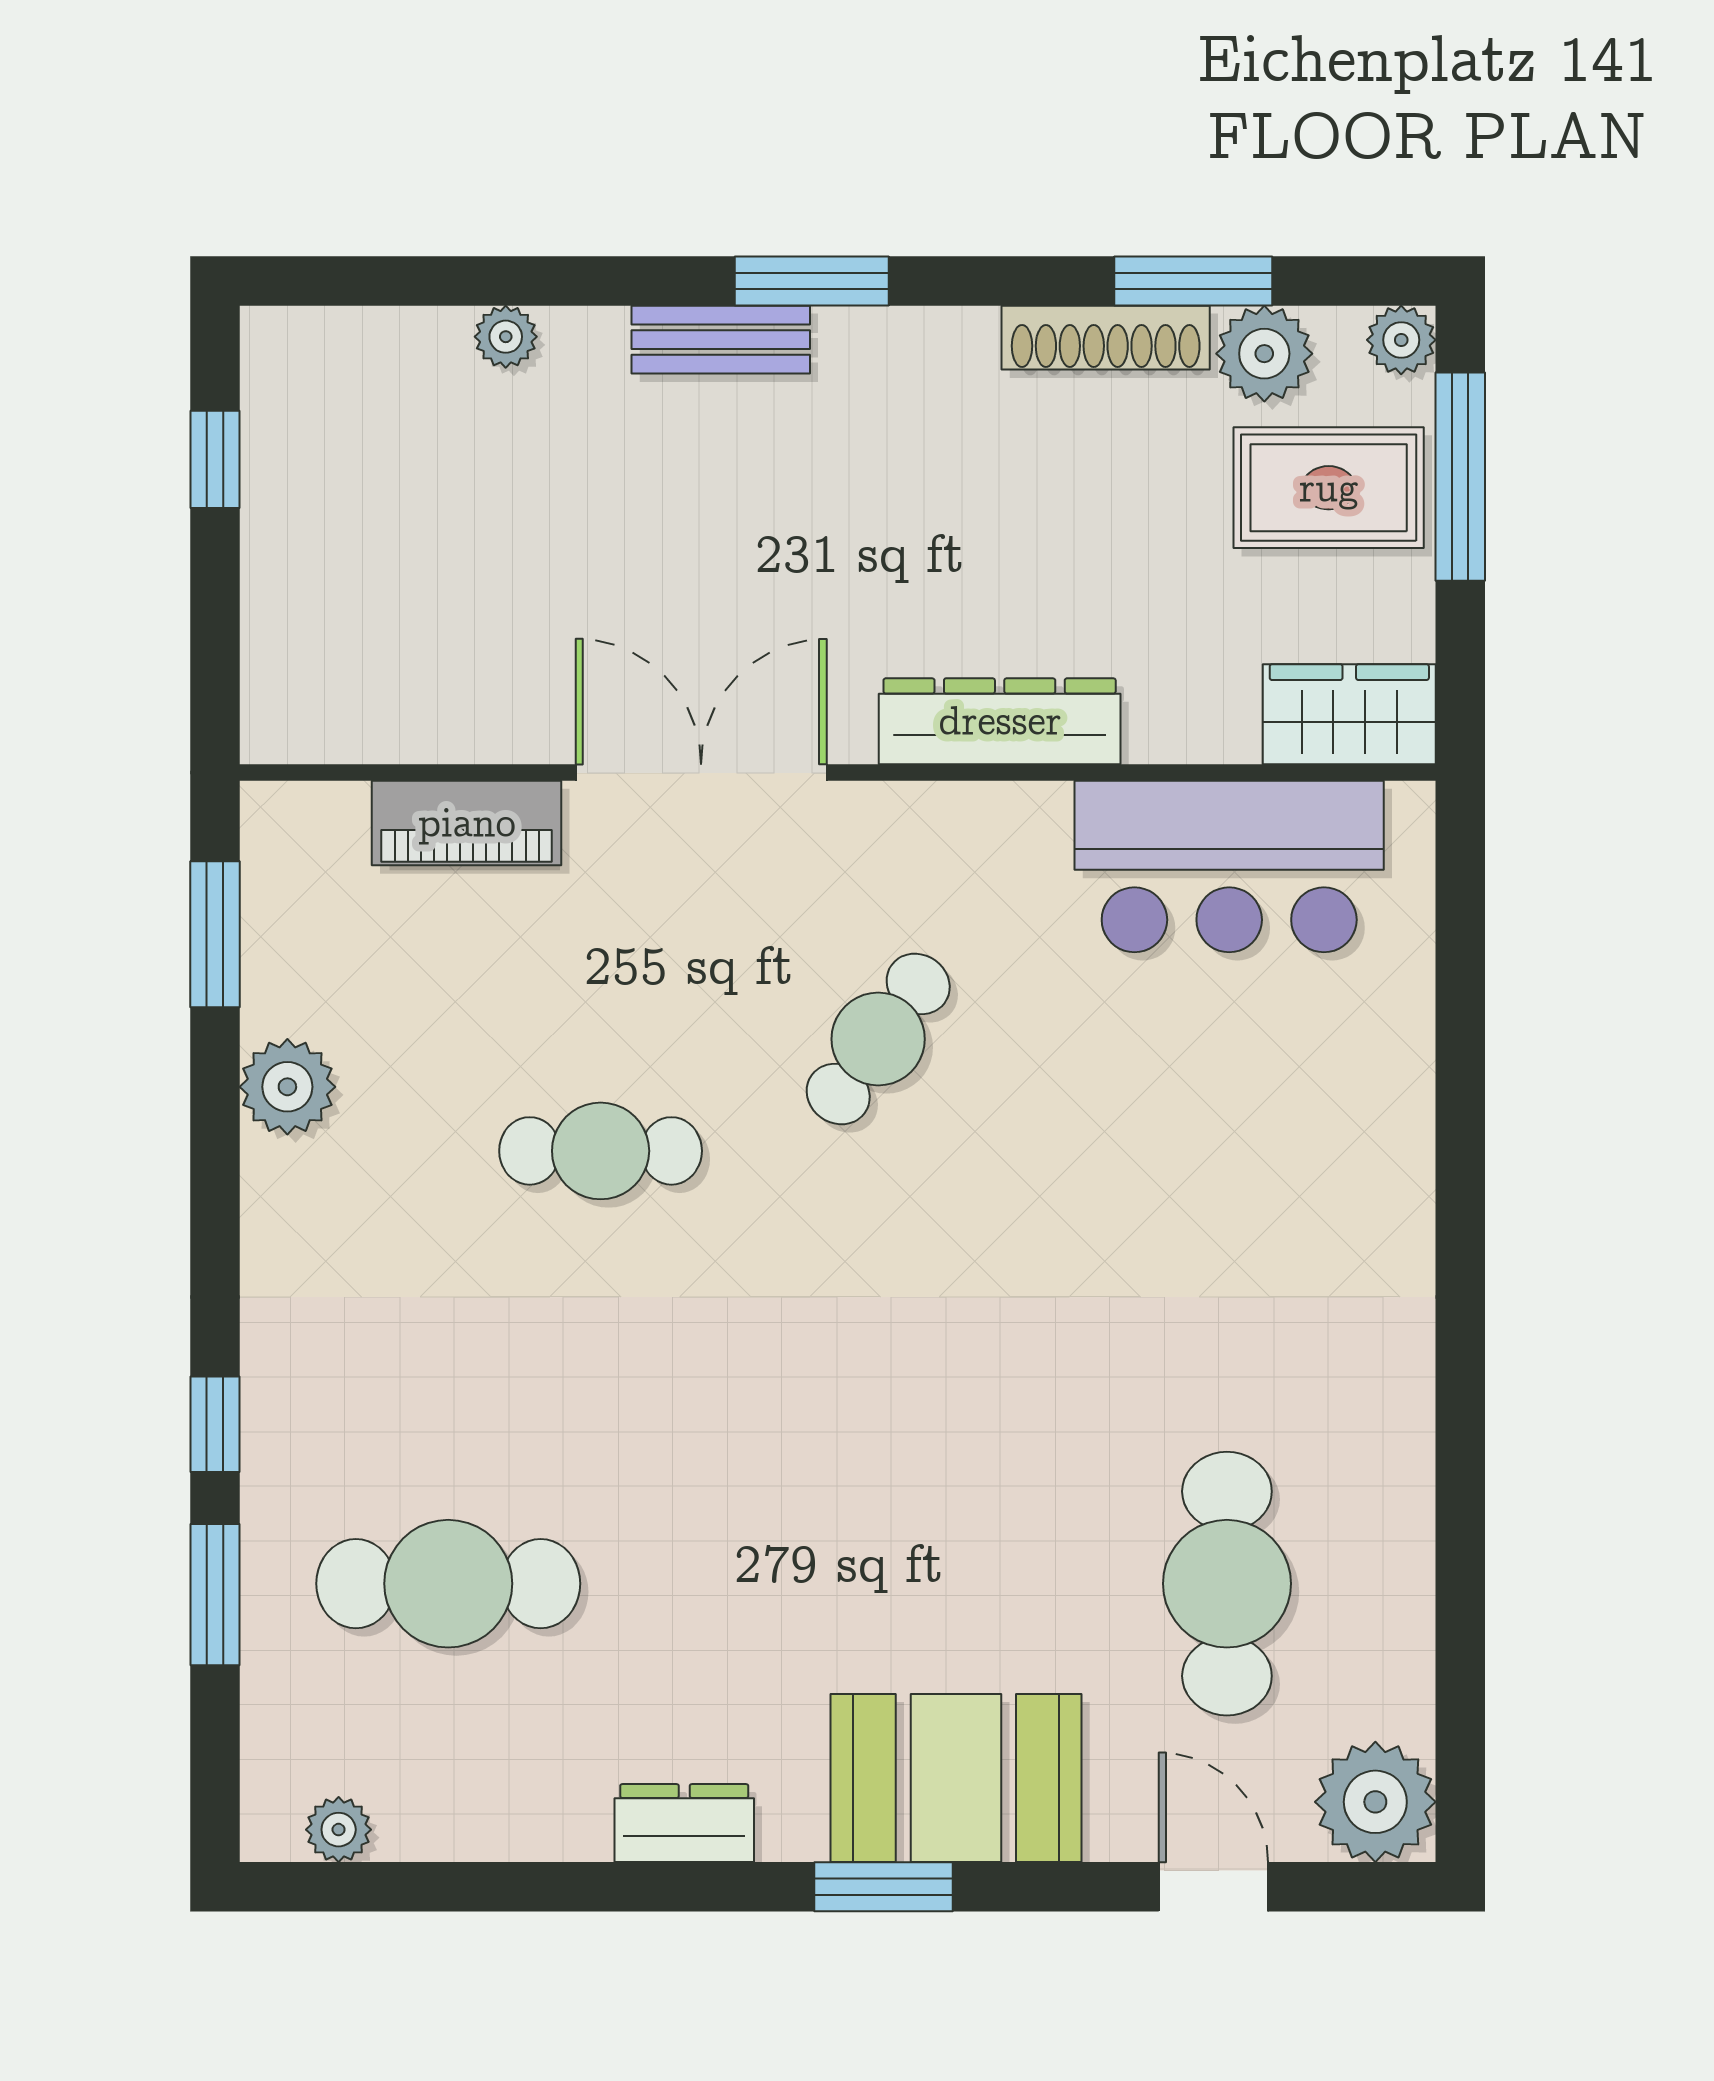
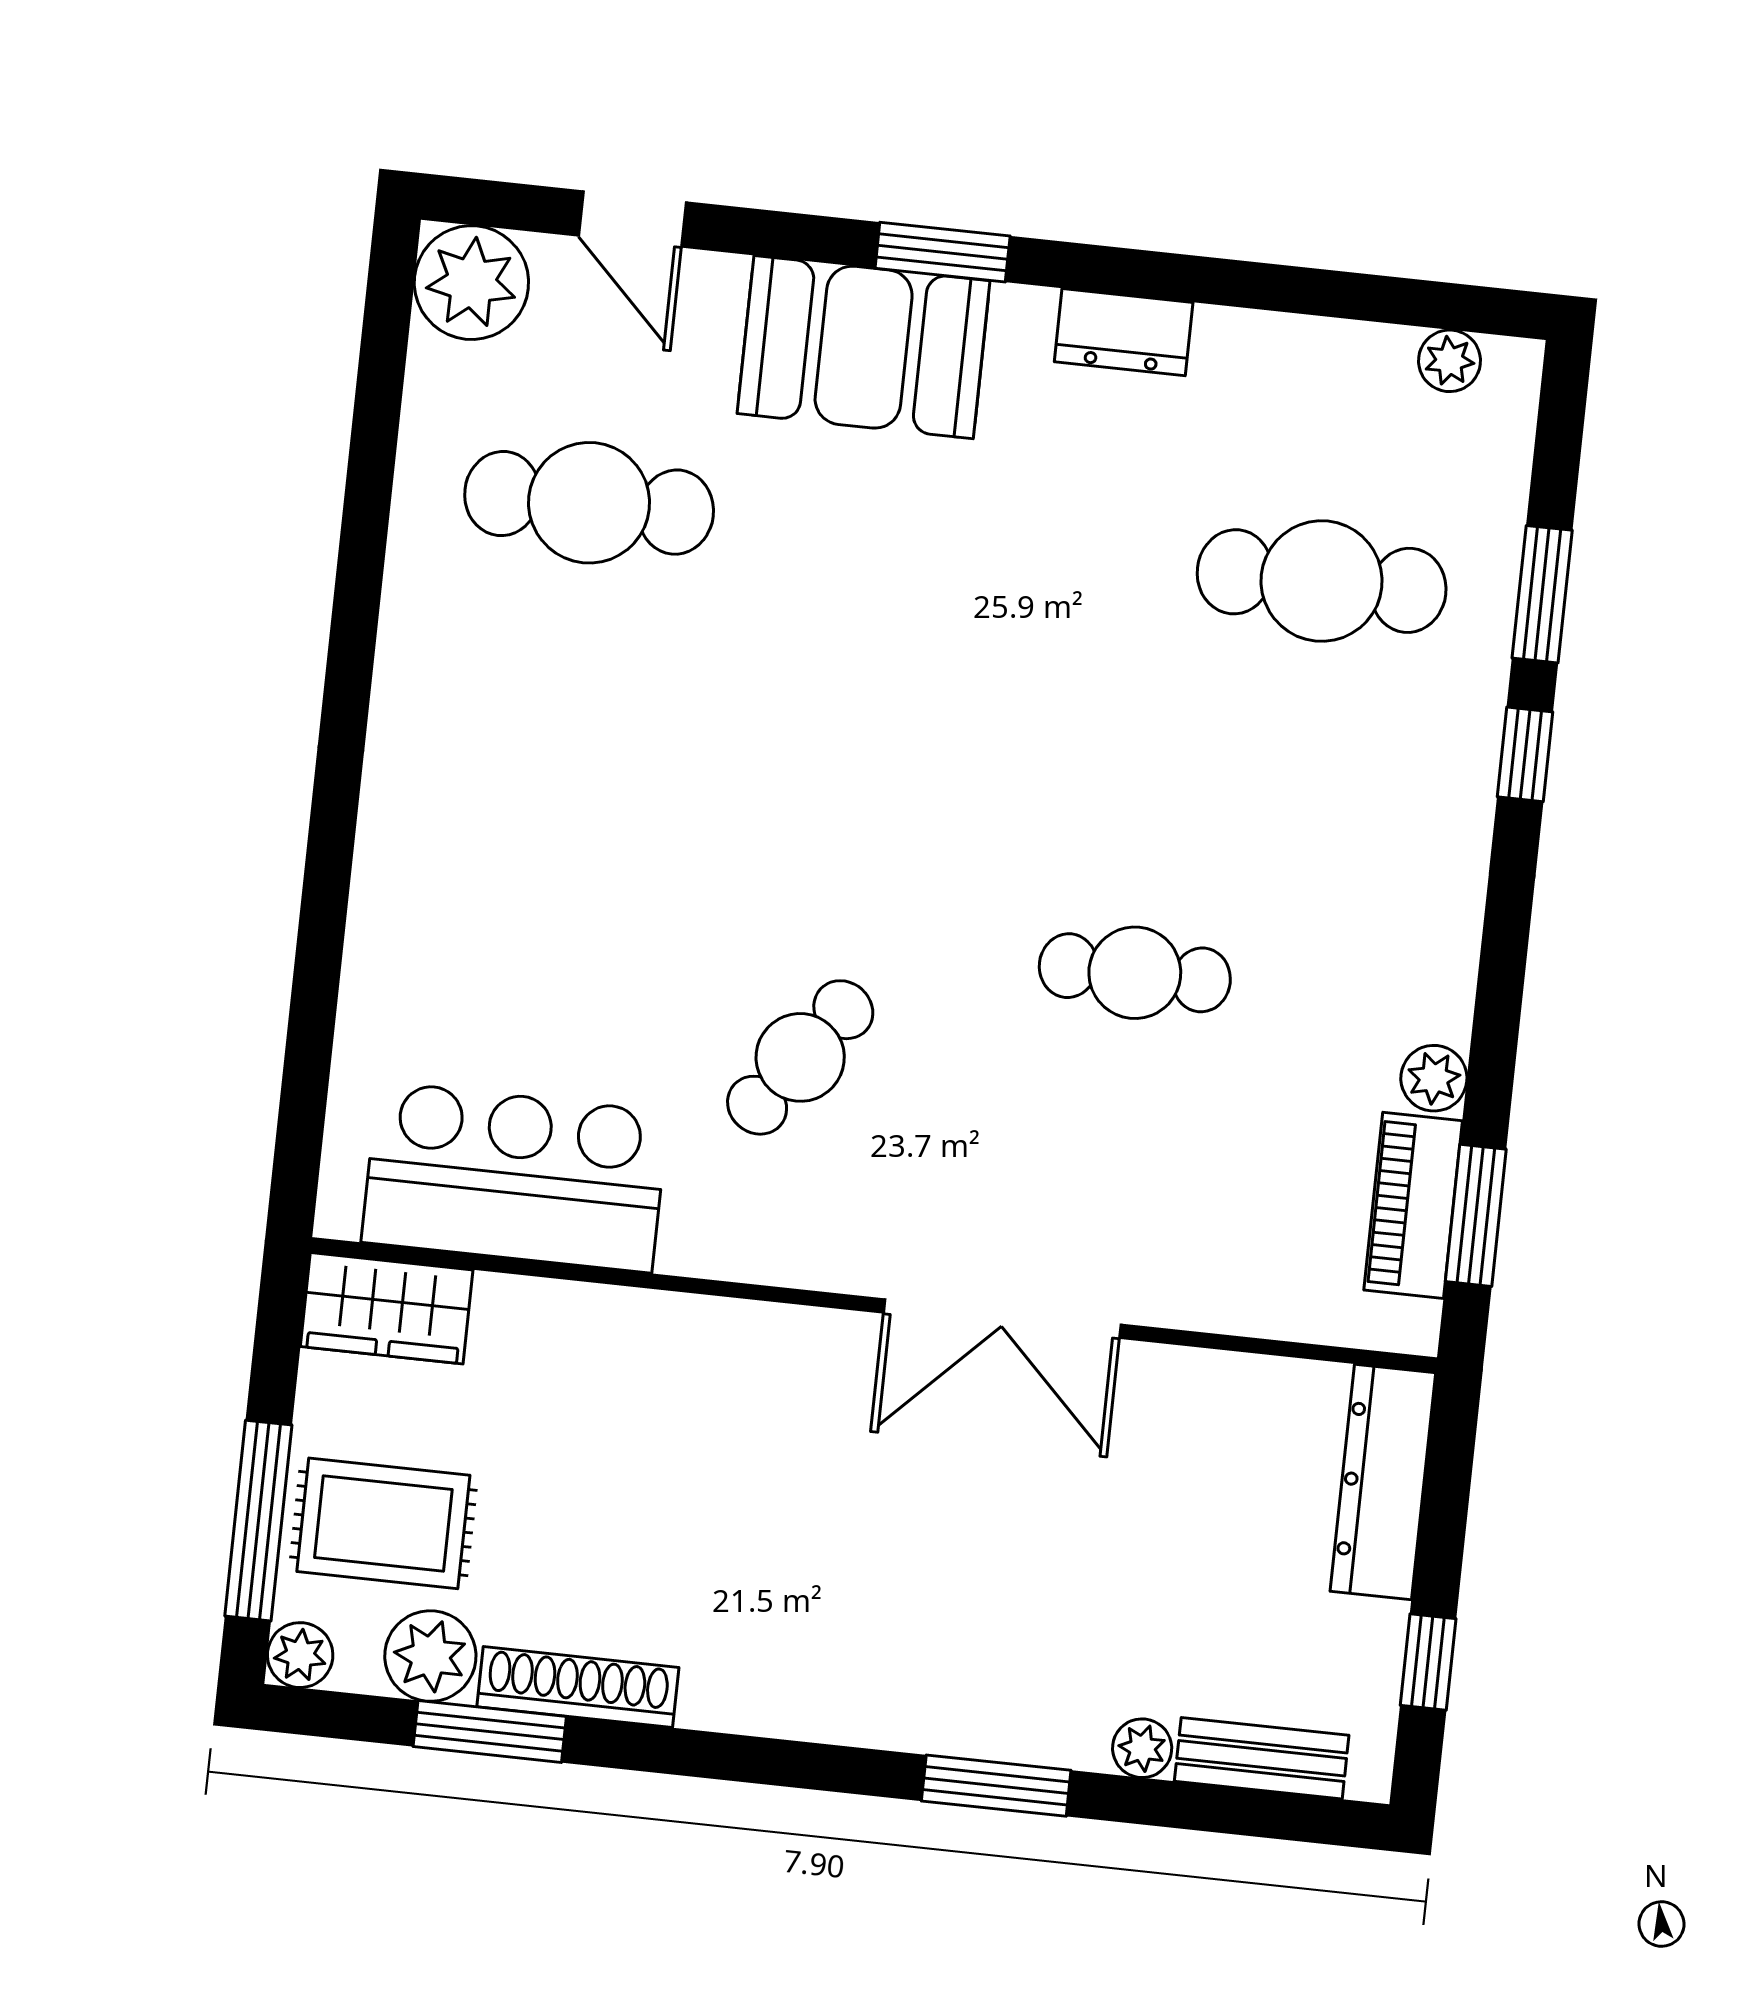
window: (812, 281) -> (996, 1786), moved
bench: (721, 340) -> (1262, 1758), moved
dresser: (1000, 721) -> (1383, 1482), moved, turned 90
piano: (467, 823) -> (1413, 1205), moved, turned -90
cafe table: (878, 1039) -> (800, 1057), moved
plant: (287, 1087) -> (1434, 1078), width x0.73, depth x0.73
cafe table: (1227, 1584) -> (589, 503), turned 90

